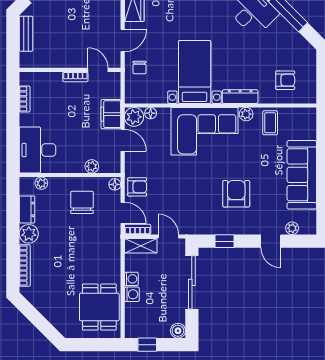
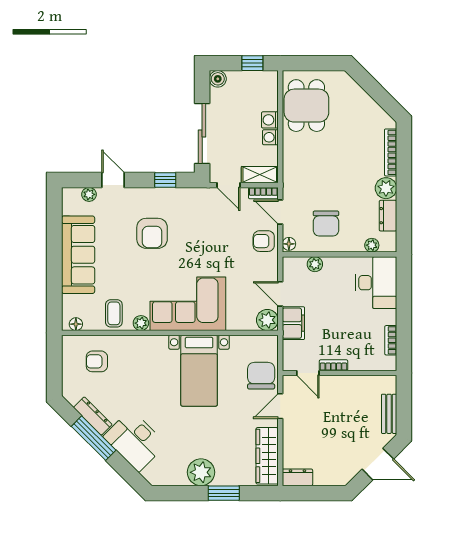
chair: (139, 68) -> (261, 376), width x1.87, depth x1.87
dresser: (240, 97) -> (93, 416), moved, turned -135
floor lamp: (151, 113) -> (76, 324), moved

